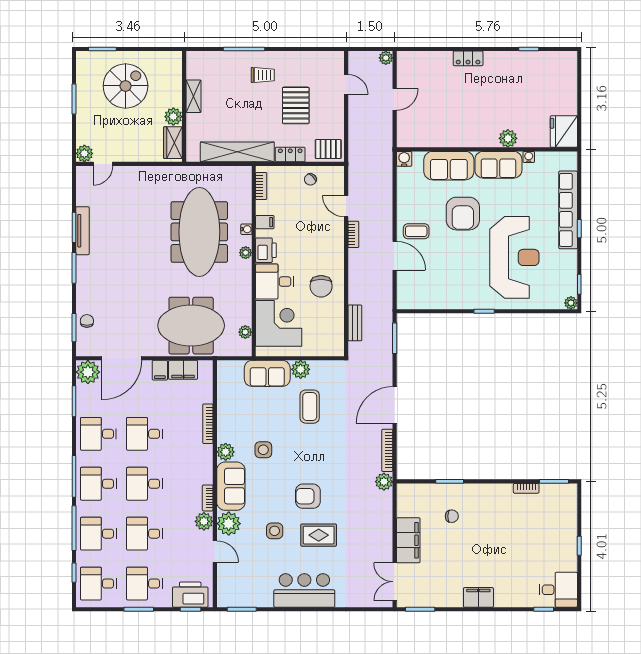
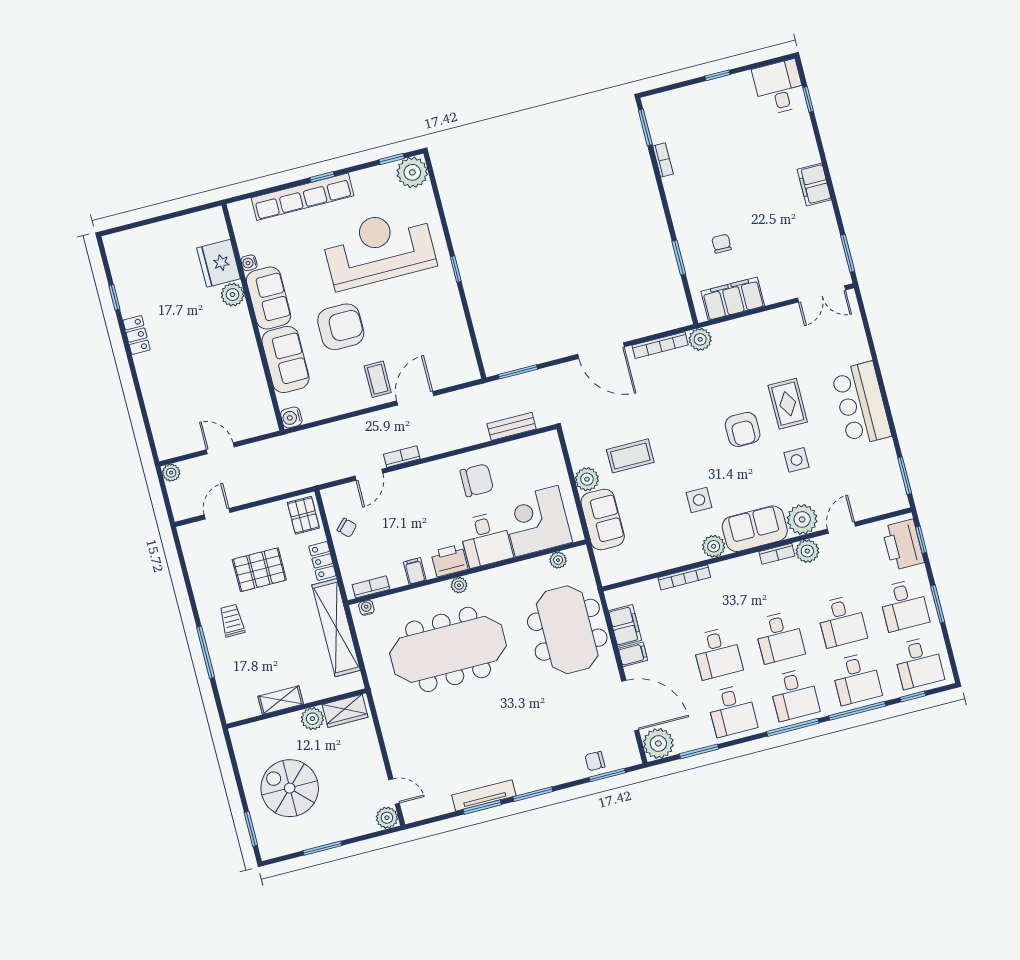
locker: (468, 58) -> (137, 335), moved
fridge: (564, 132) -> (219, 263), moved, turned 90
water cooler: (246, 229) -> (366, 608), moved
plant: (571, 303) -> (412, 172), width x1.88, depth x1.88
filing cabinet: (408, 540) -> (733, 299), moved

